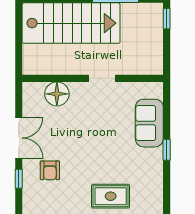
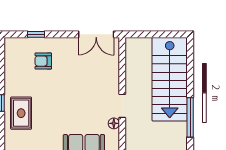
floor lamp: (57, 94) -> (114, 123), moved, width x0.53, depth x0.53
double door: (19, 138) -> (96, 34), moved

